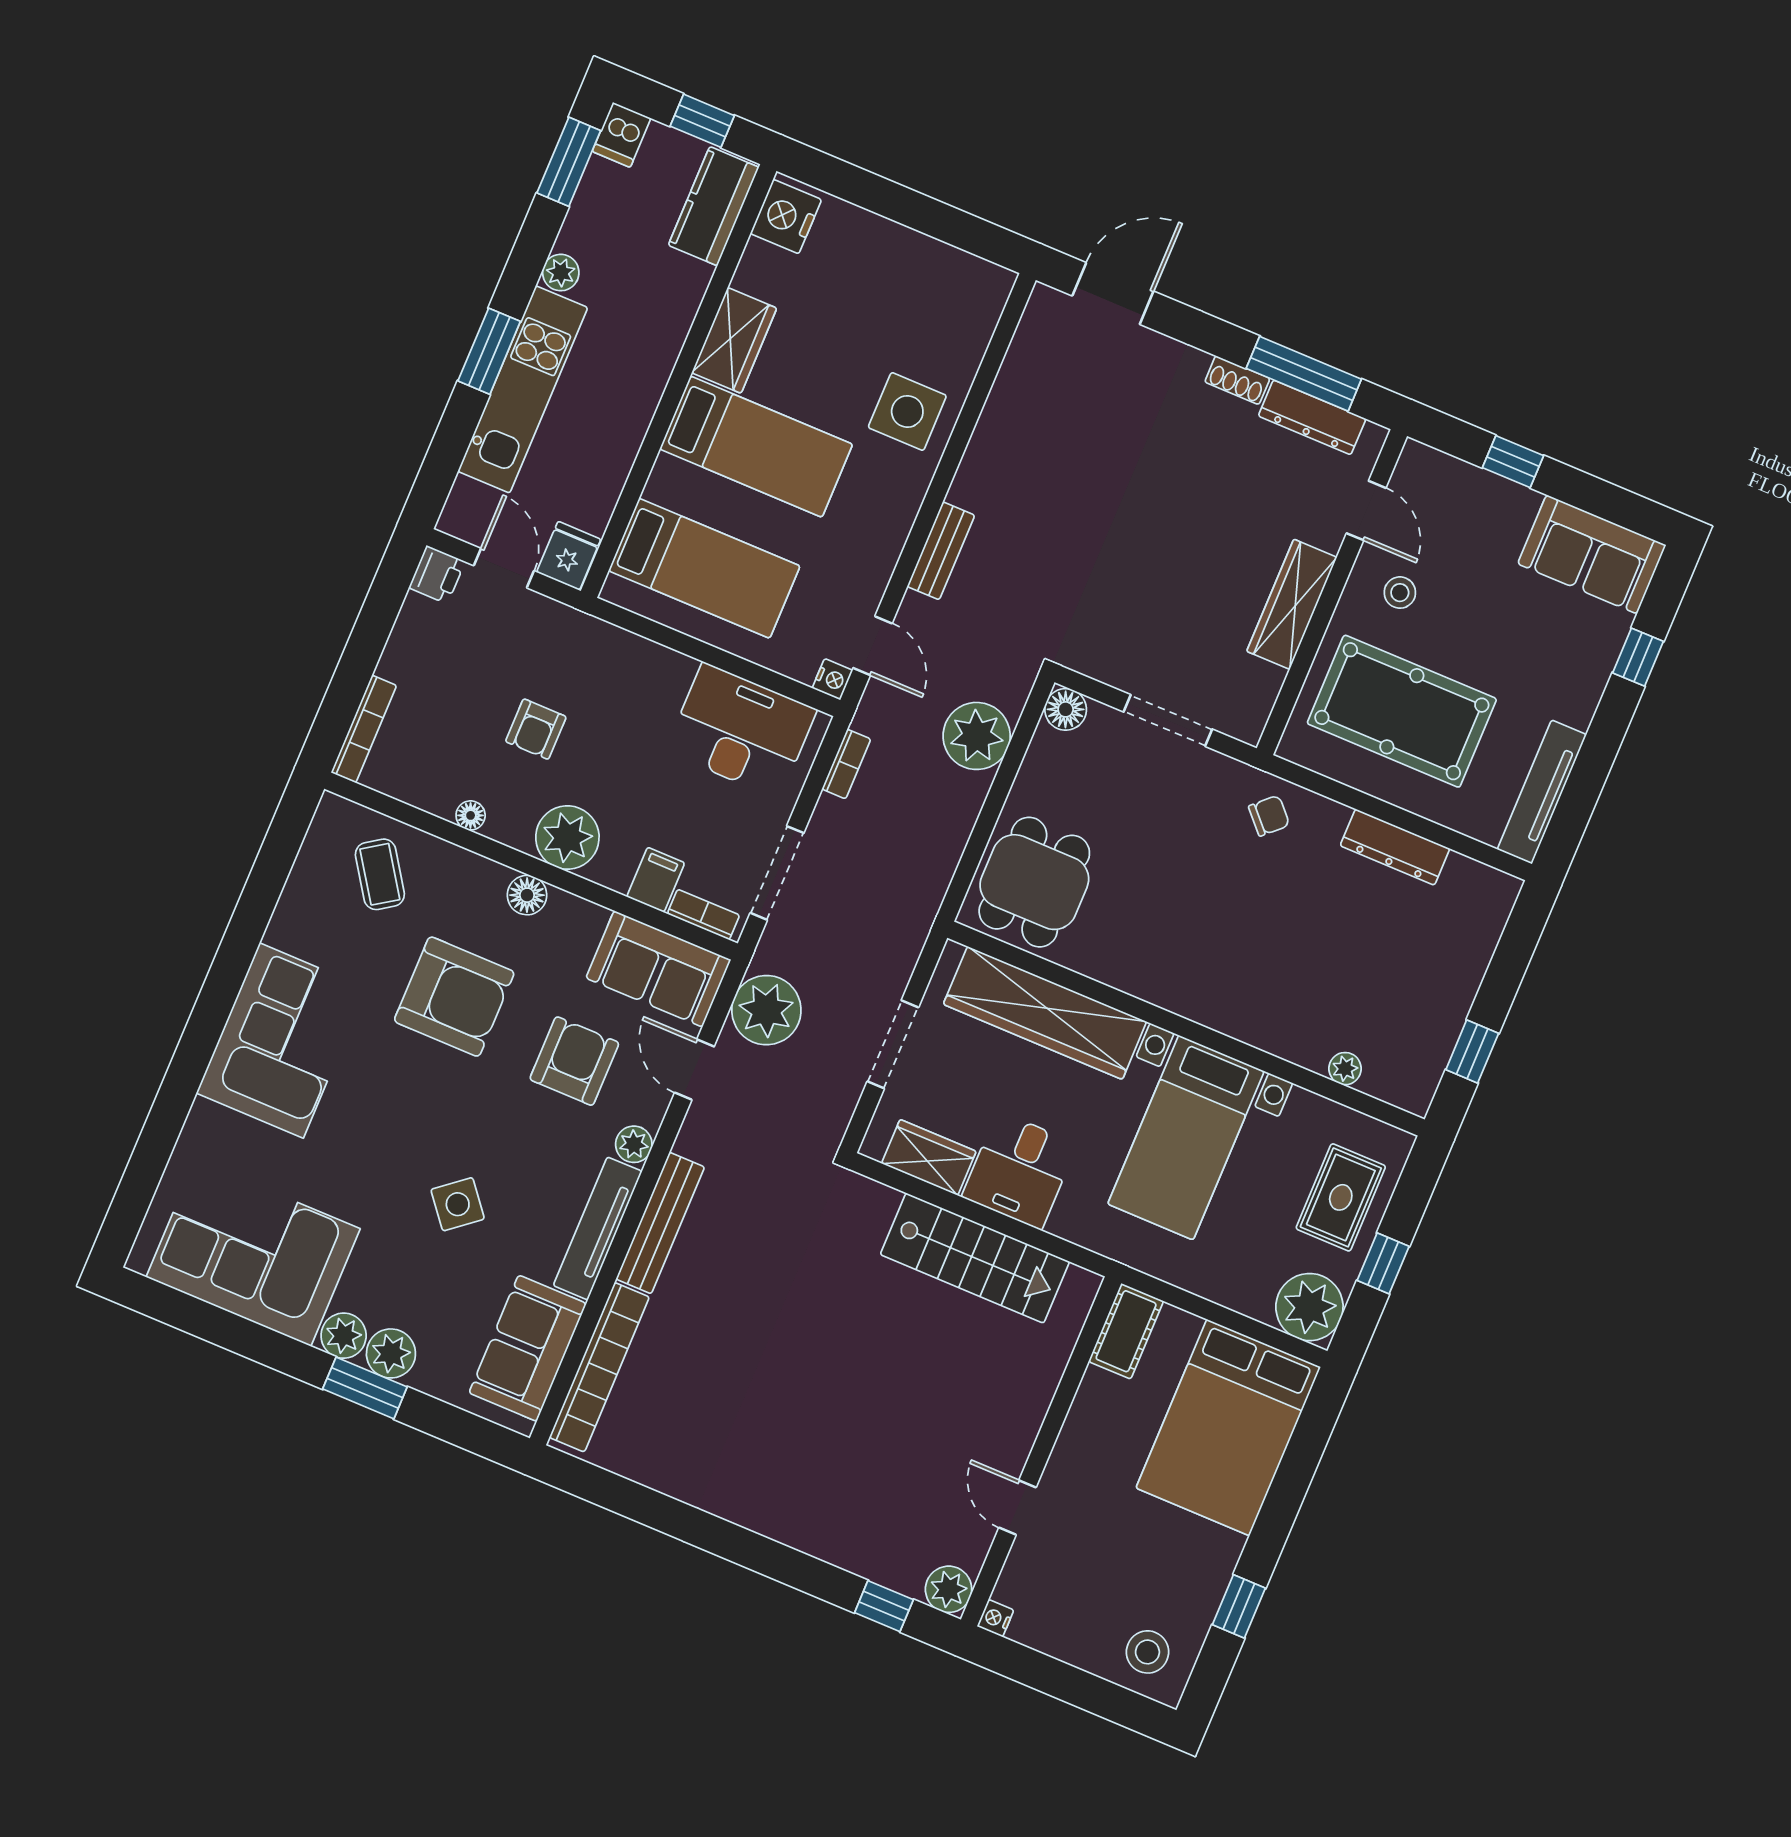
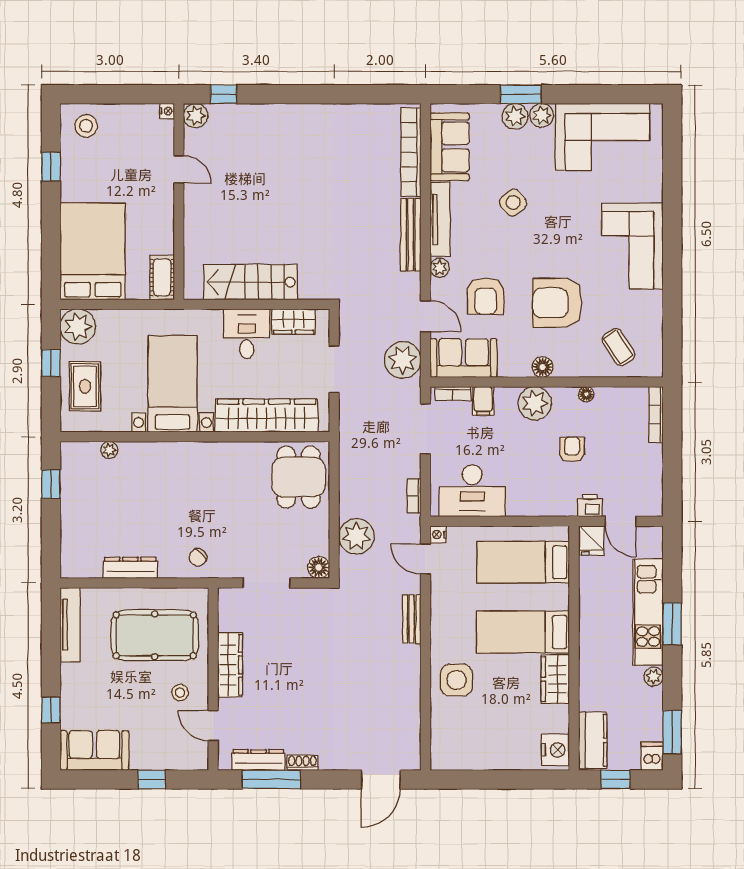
printer: (437, 575) -> (590, 506), moved, turned 90

